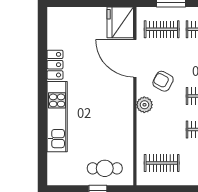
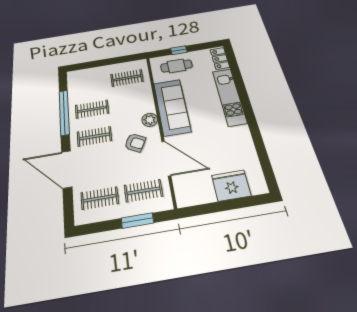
fridge: (120, 22) -> (231, 185), moved, turned -90
locker: (55, 65) -> (220, 58), moved
sofa: (119, 116) -> (172, 107), added

